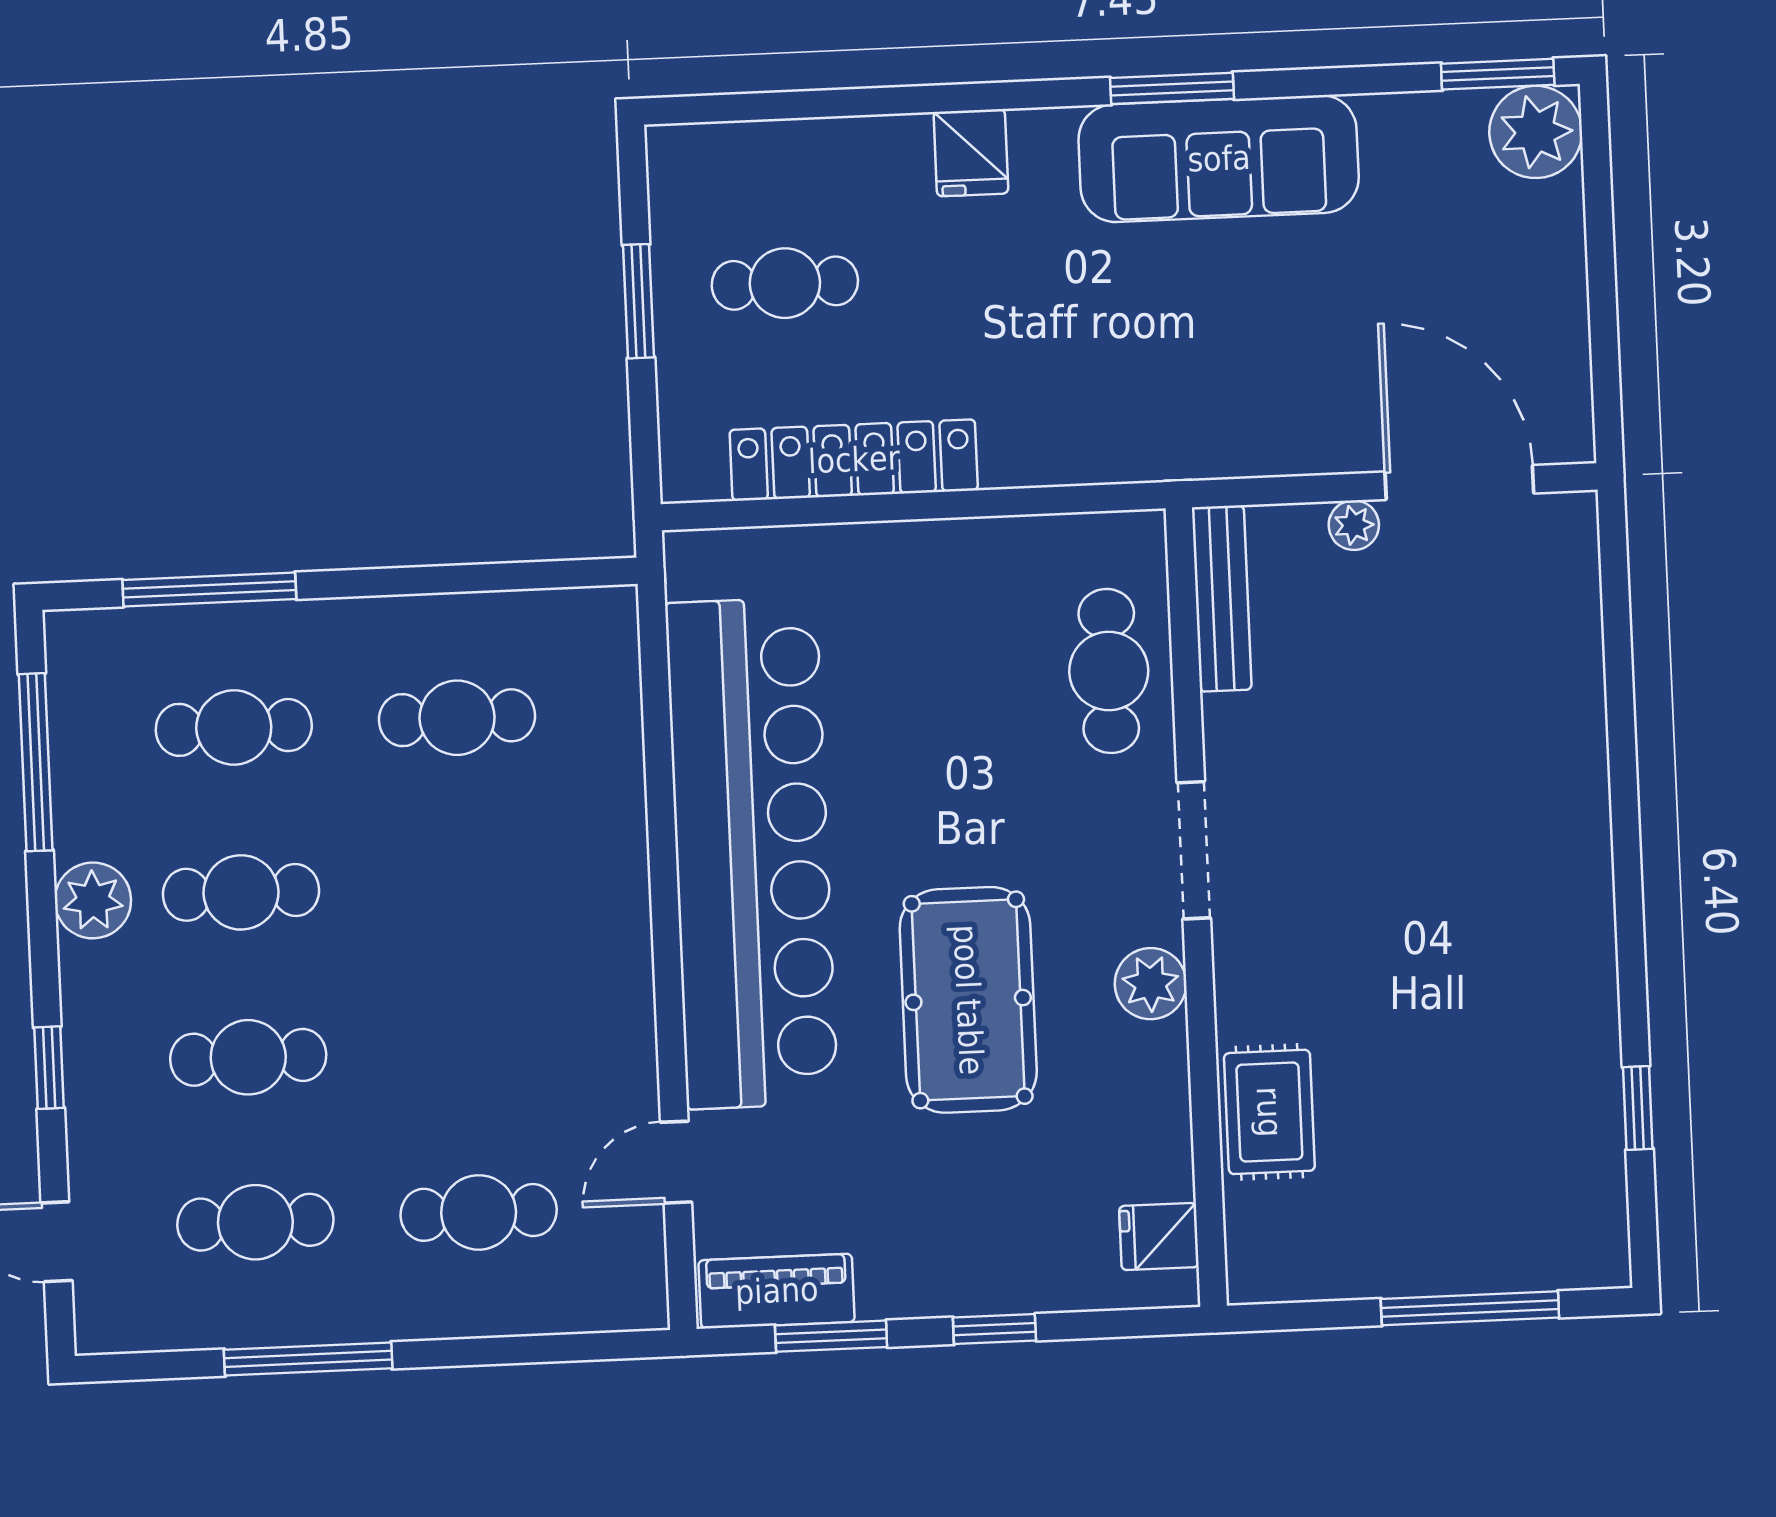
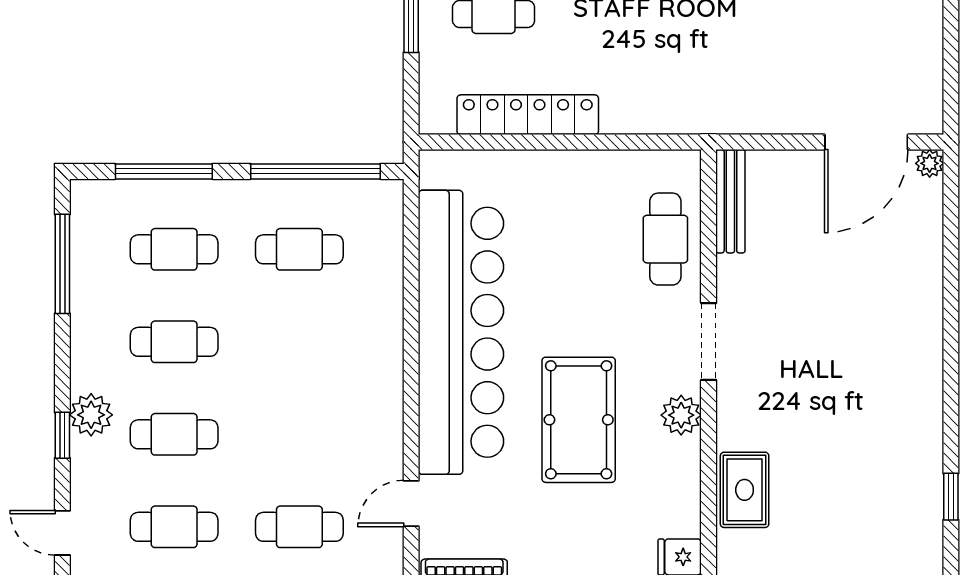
door: (1459, 482) -> (866, 142), swing flipped
plant: (1354, 525) -> (930, 163), moved
window: (480, 578) -> (315, 171), added
plant: (93, 900) -> (91, 415), moved

